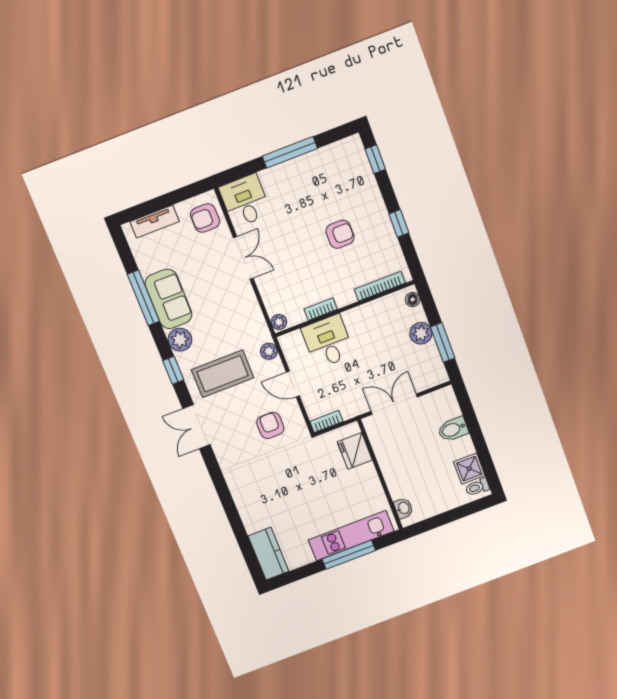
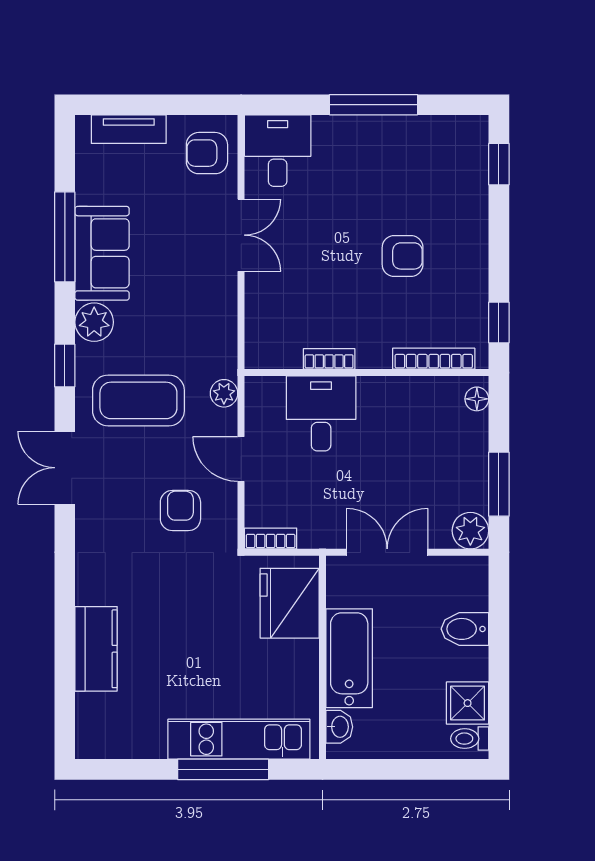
window: (399, 223) -> (499, 322), moved
plant: (279, 322) -> (257, 354), removed
plant: (421, 333) -> (470, 531), moved
fridge: (355, 451) -> (290, 603), width x1.36, depth x1.34
bathtub: (395, 469) -> (349, 658), added
kitchen counter: (268, 554) -> (96, 649), moved

